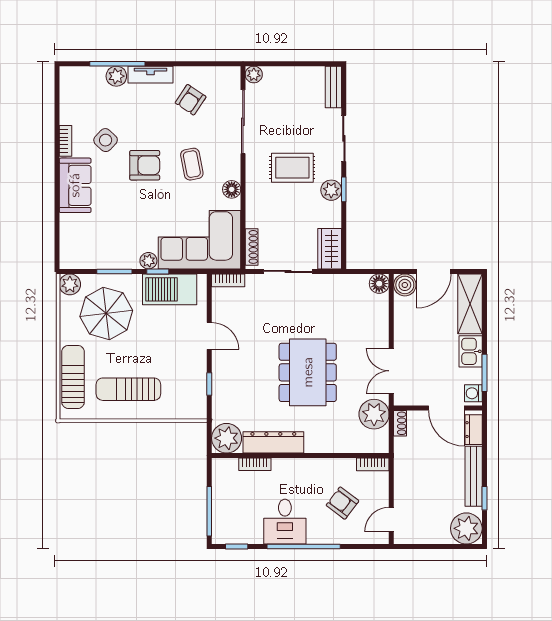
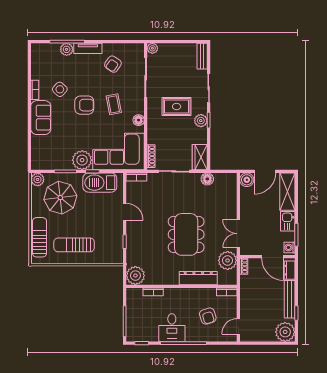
plant: (148, 261) -> (82, 160), width x1.88, depth x1.88
floor lamp: (379, 284) -> (207, 179), moved
dresser: (273, 442) -> (198, 278), moved
armchair: (342, 503) -> (208, 316), turned -144

